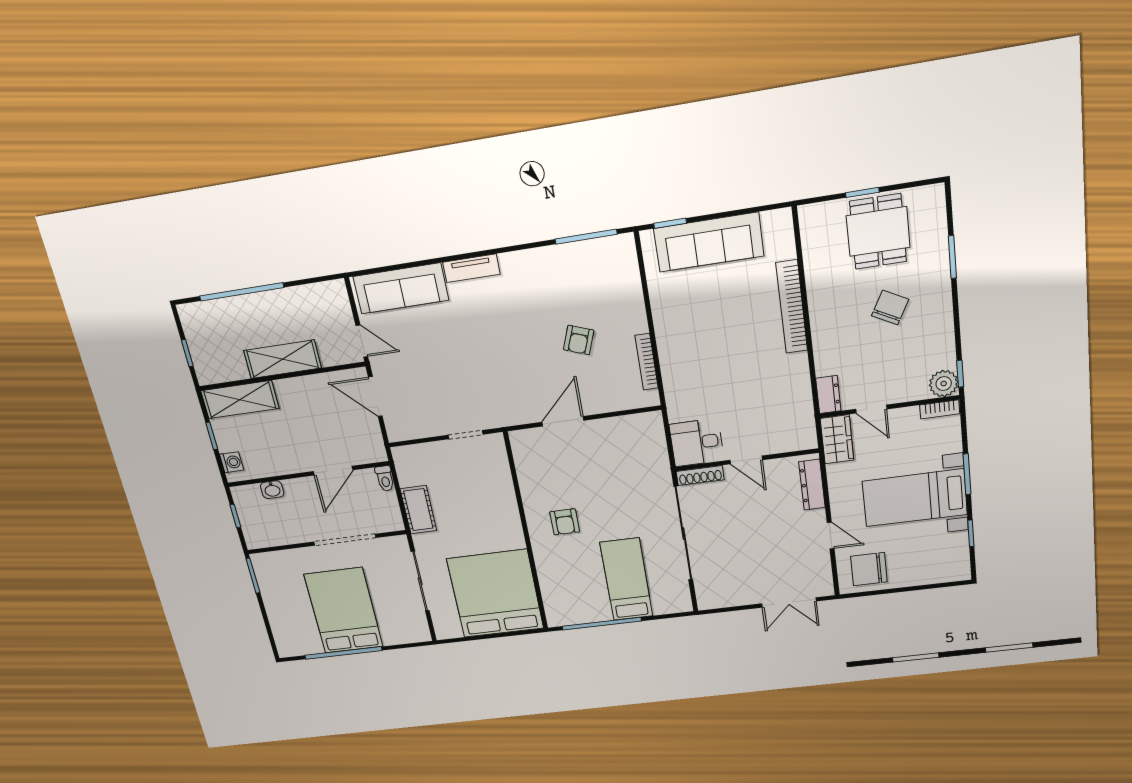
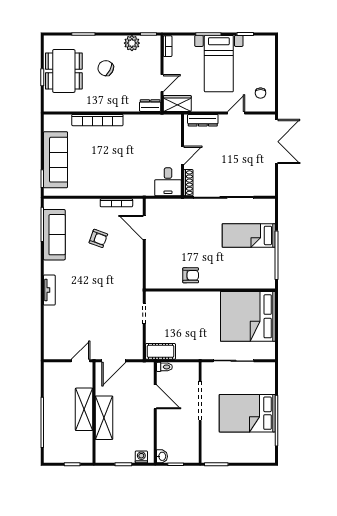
dining table: (878, 232) -> (64, 71), width x1.38
sofa: (401, 288) -> (54, 235), moved
plant: (944, 384) -> (132, 43), moved
shelving: (240, 400) -> (104, 418), moved
door: (563, 421) -> (144, 228), moved
washbasin: (272, 490) -> (162, 456), moved
cot: (418, 510) -> (160, 351), moved
armchair: (565, 522) -> (191, 275), moved
chair: (869, 569) -> (261, 93), width x0.54, depth x0.54
double door: (789, 602) -> (276, 142), width x1.37

